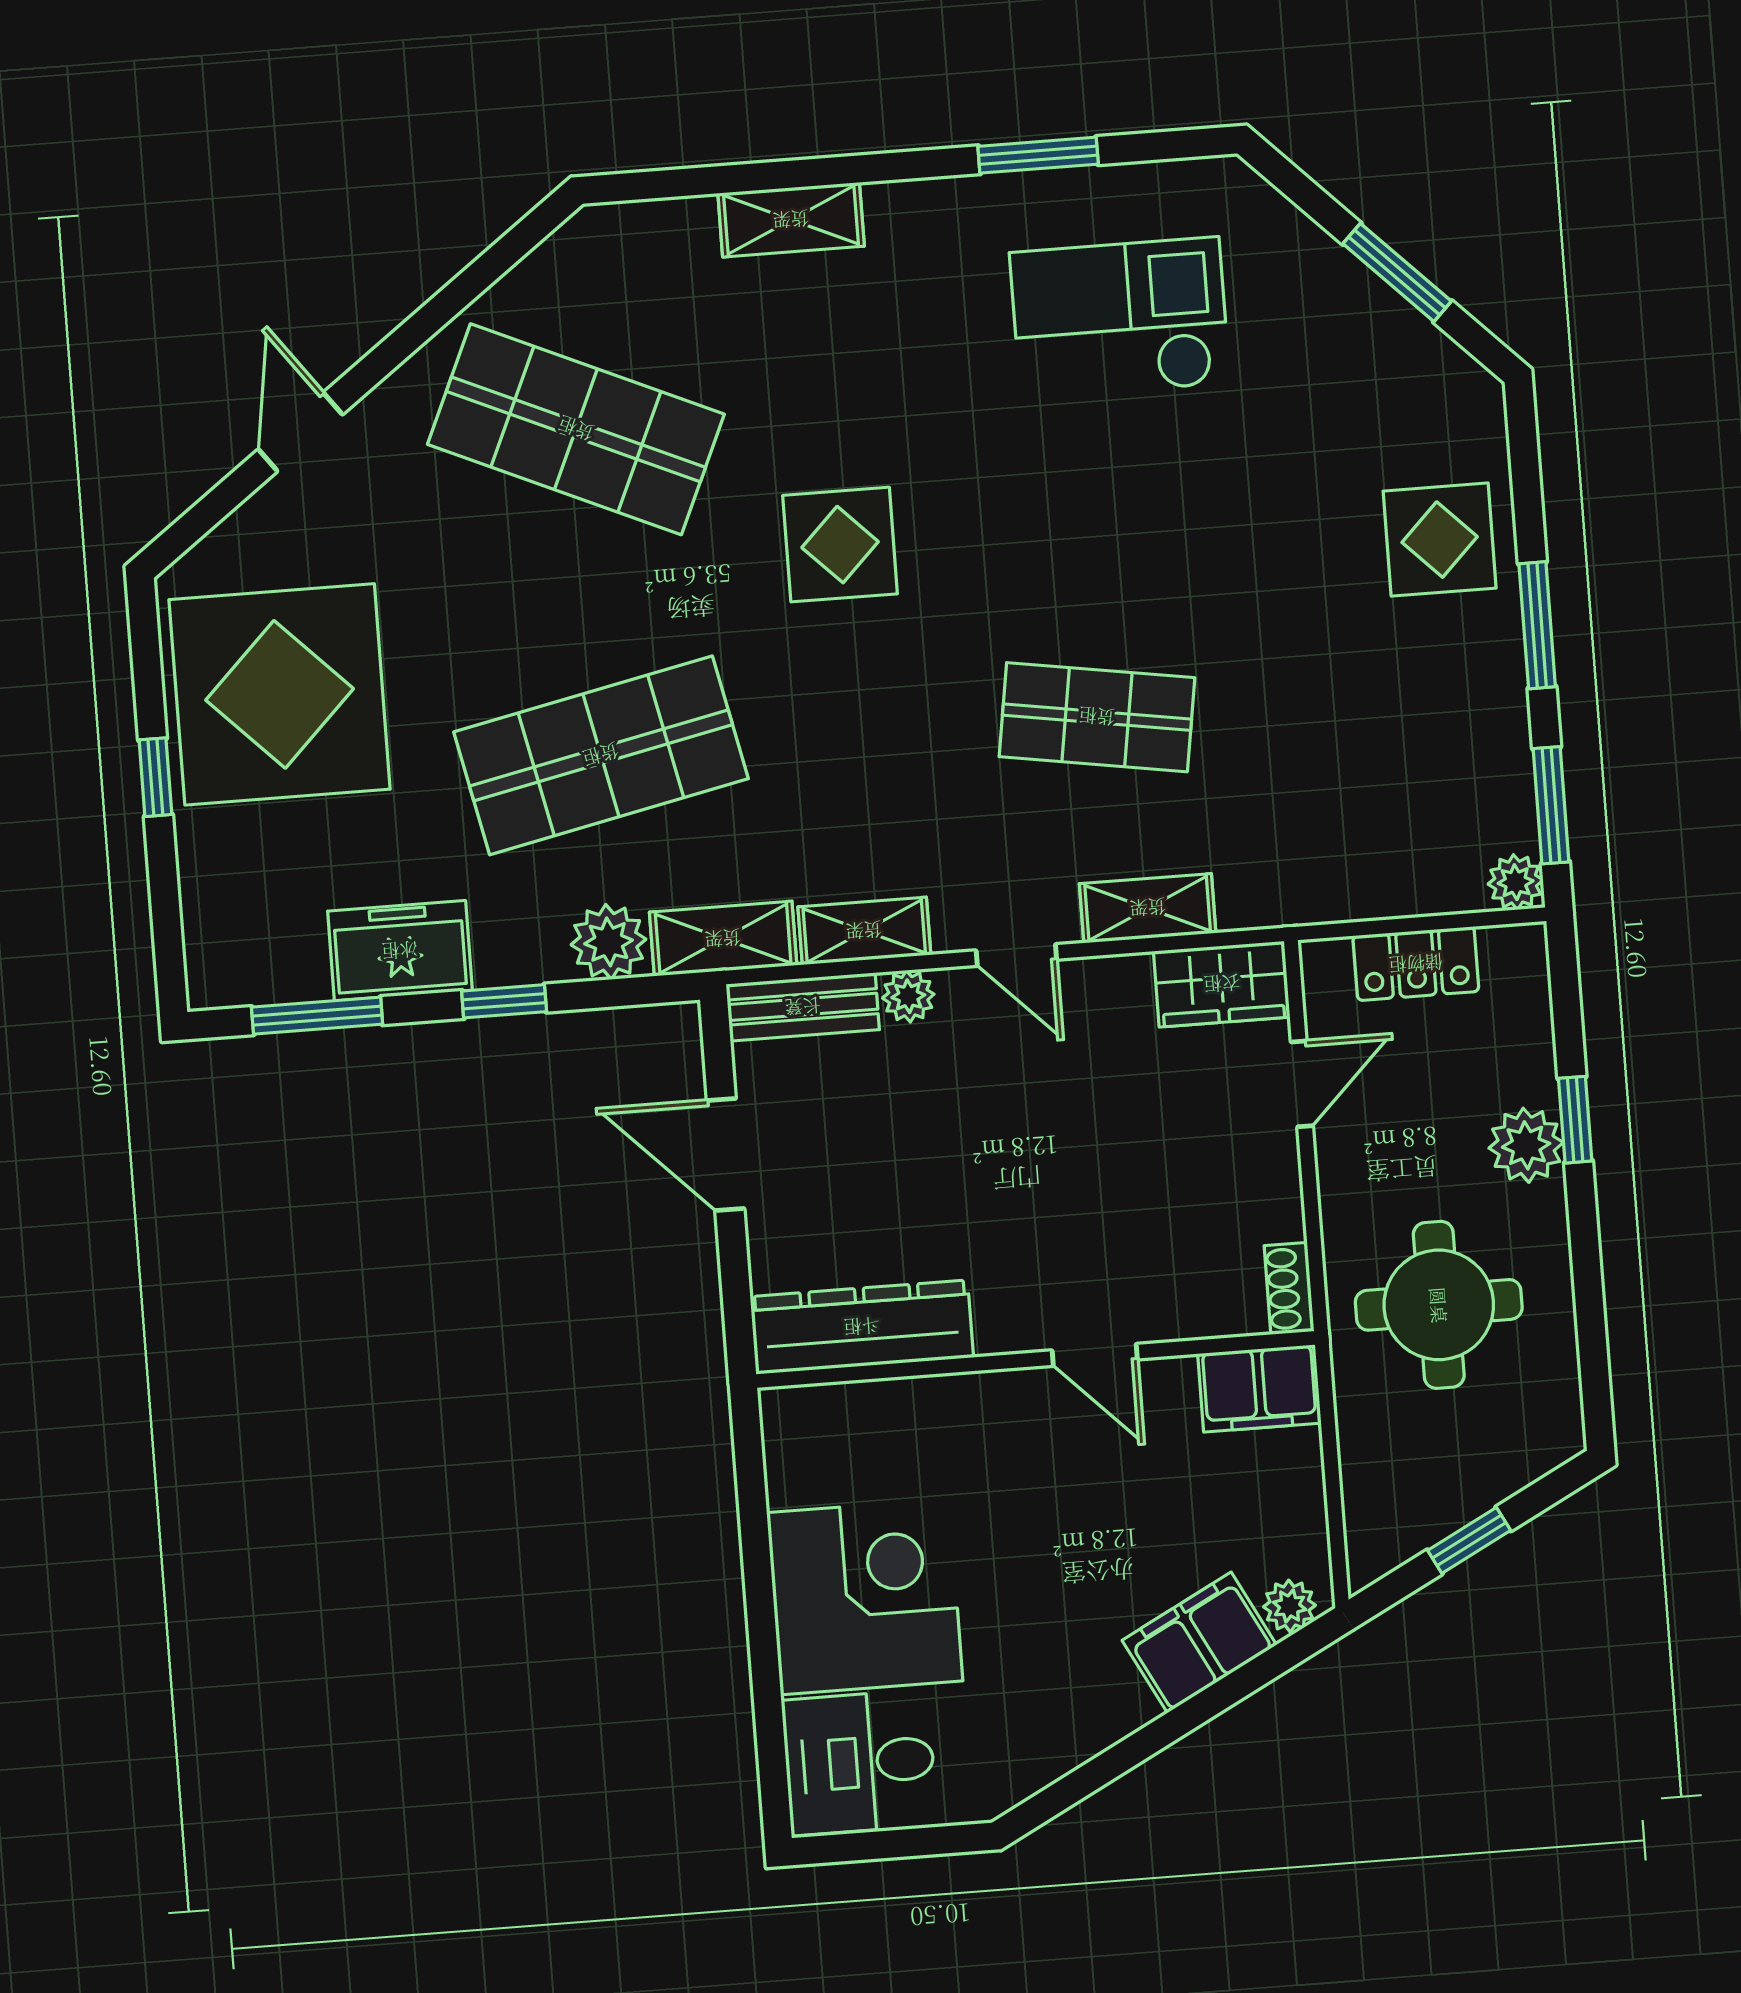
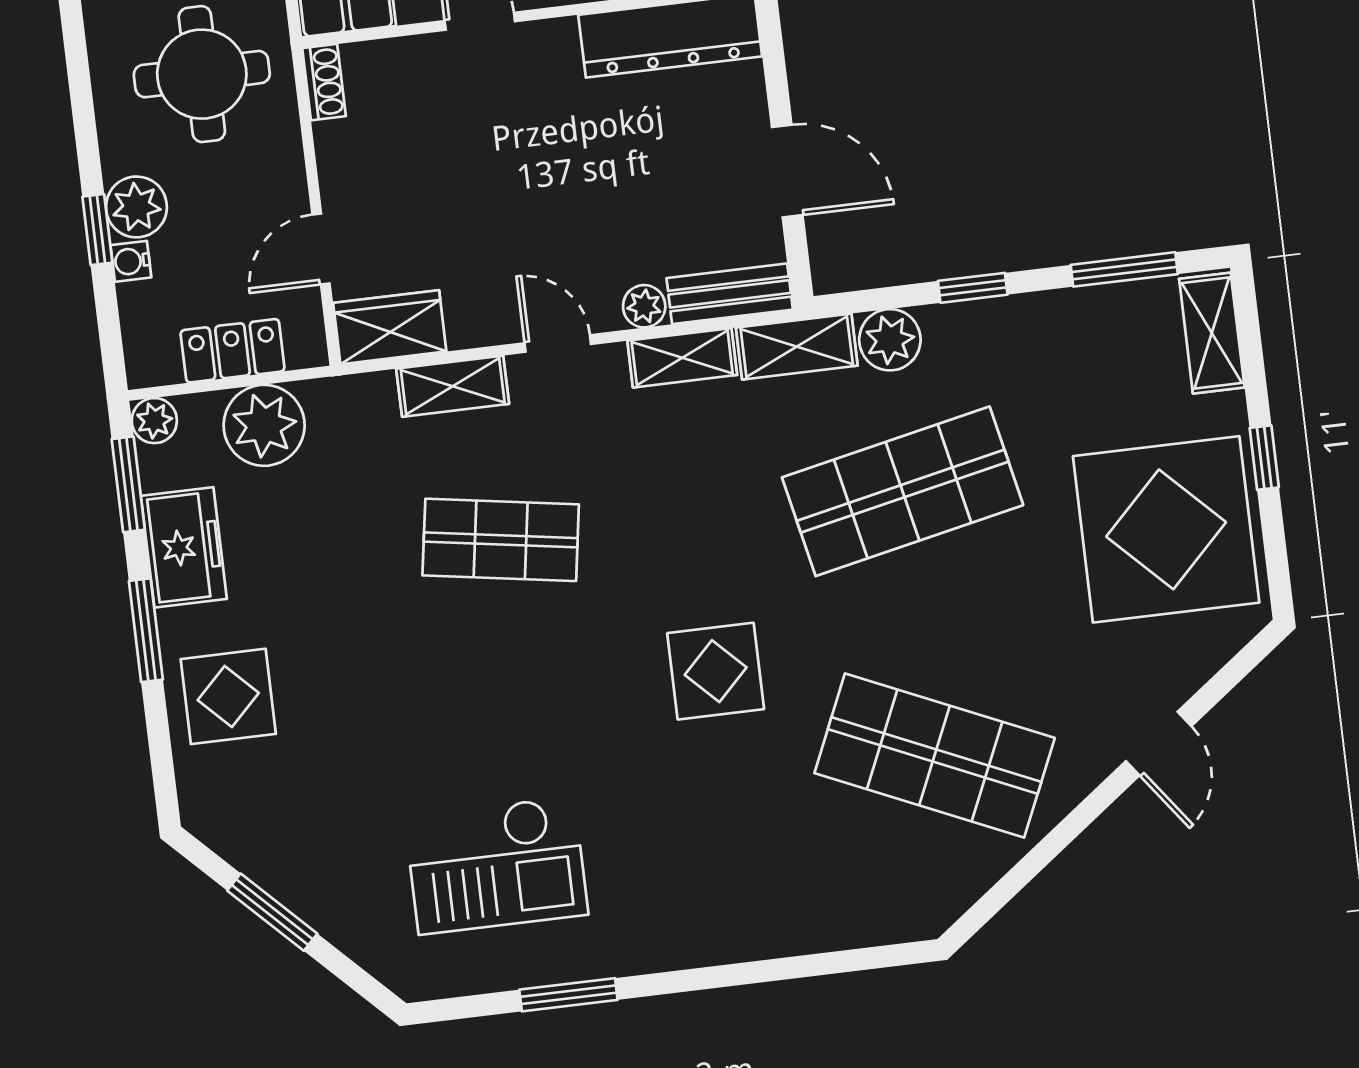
shelving: (791, 220) -> (1212, 333), moved, turned 90
plant: (1381, 870) -> (264, 425), added
freezer: (400, 951) -> (184, 547), moved, turned -90
water cooler: (1536, 1079) -> (131, 261), added

